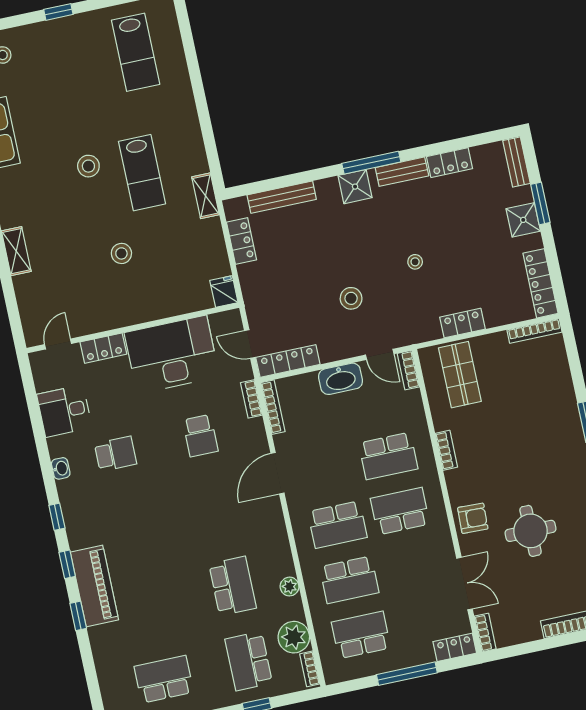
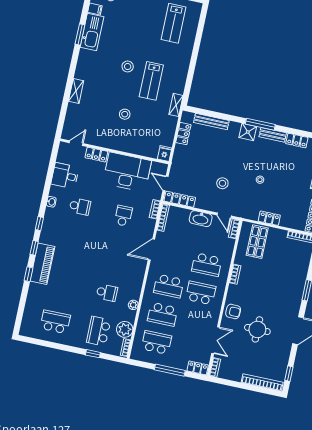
school desk: (200, 436) -> (123, 216), turned 180
school desk: (233, 586) -> (107, 293), width x0.54

